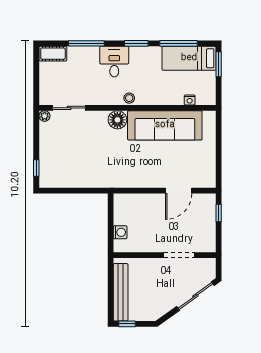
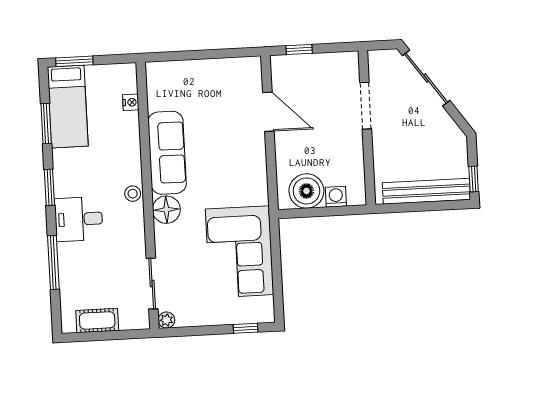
window: (179, 43) -> (46, 124), width x0.69
cot: (53, 54) -> (97, 320), moved, turned 90
sofa: (165, 125) -> (167, 153), width x0.74, depth x0.79
corner sofa: (87, 167) -> (240, 252), added
boiler: (125, 213) -> (306, 191), added

